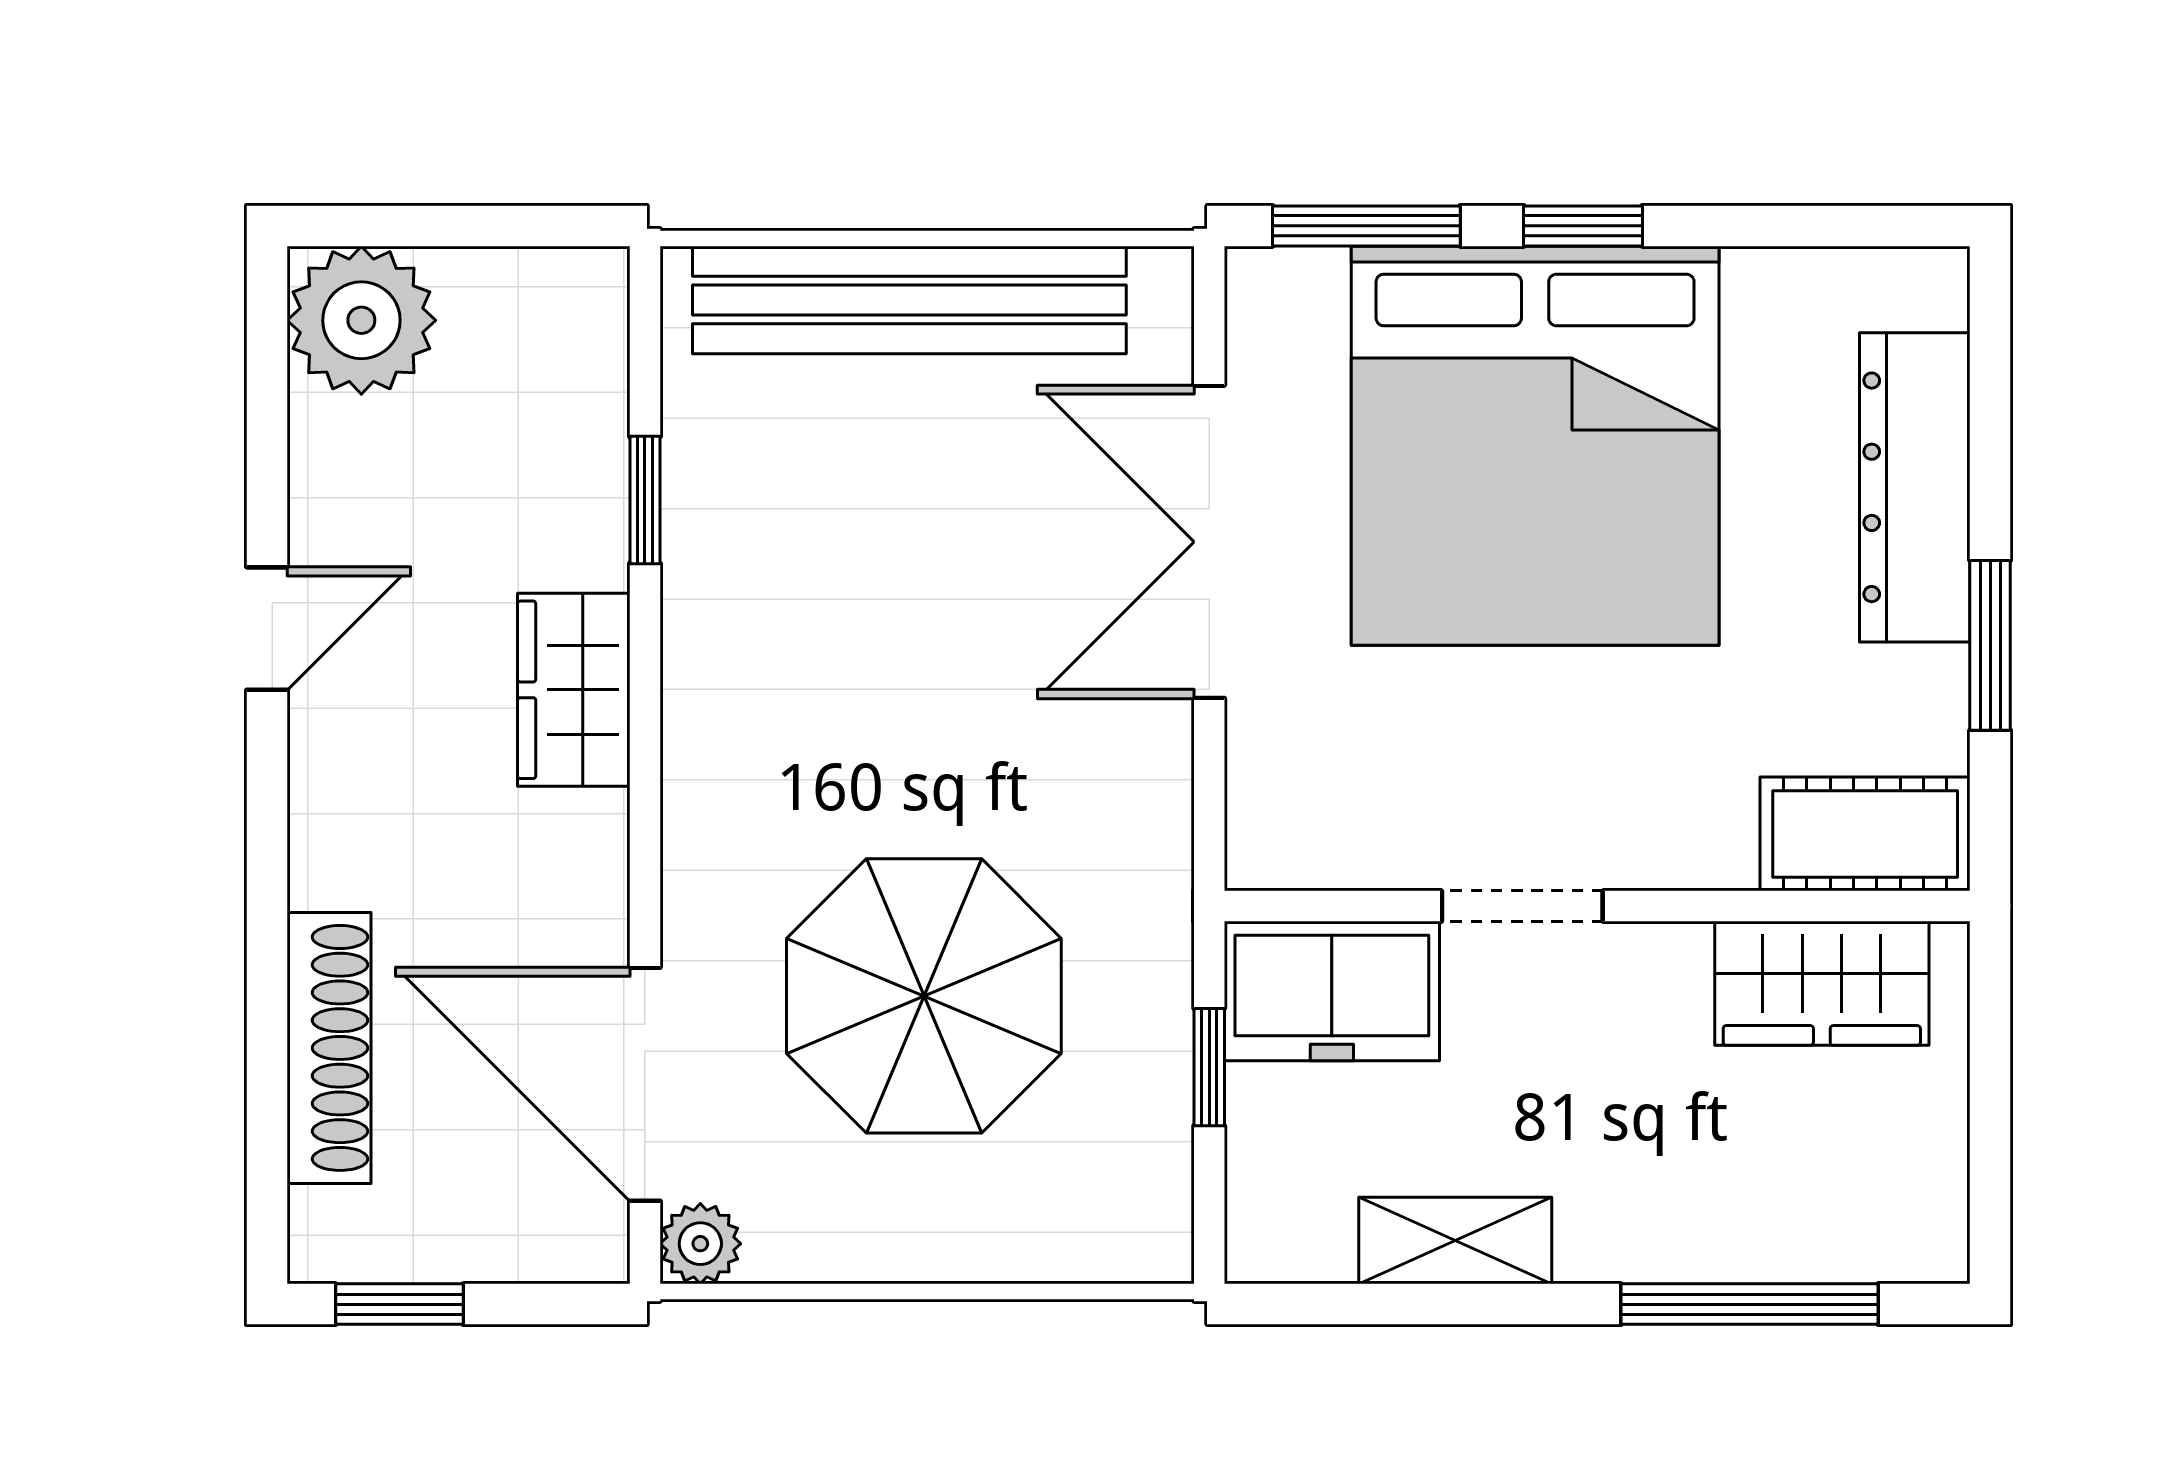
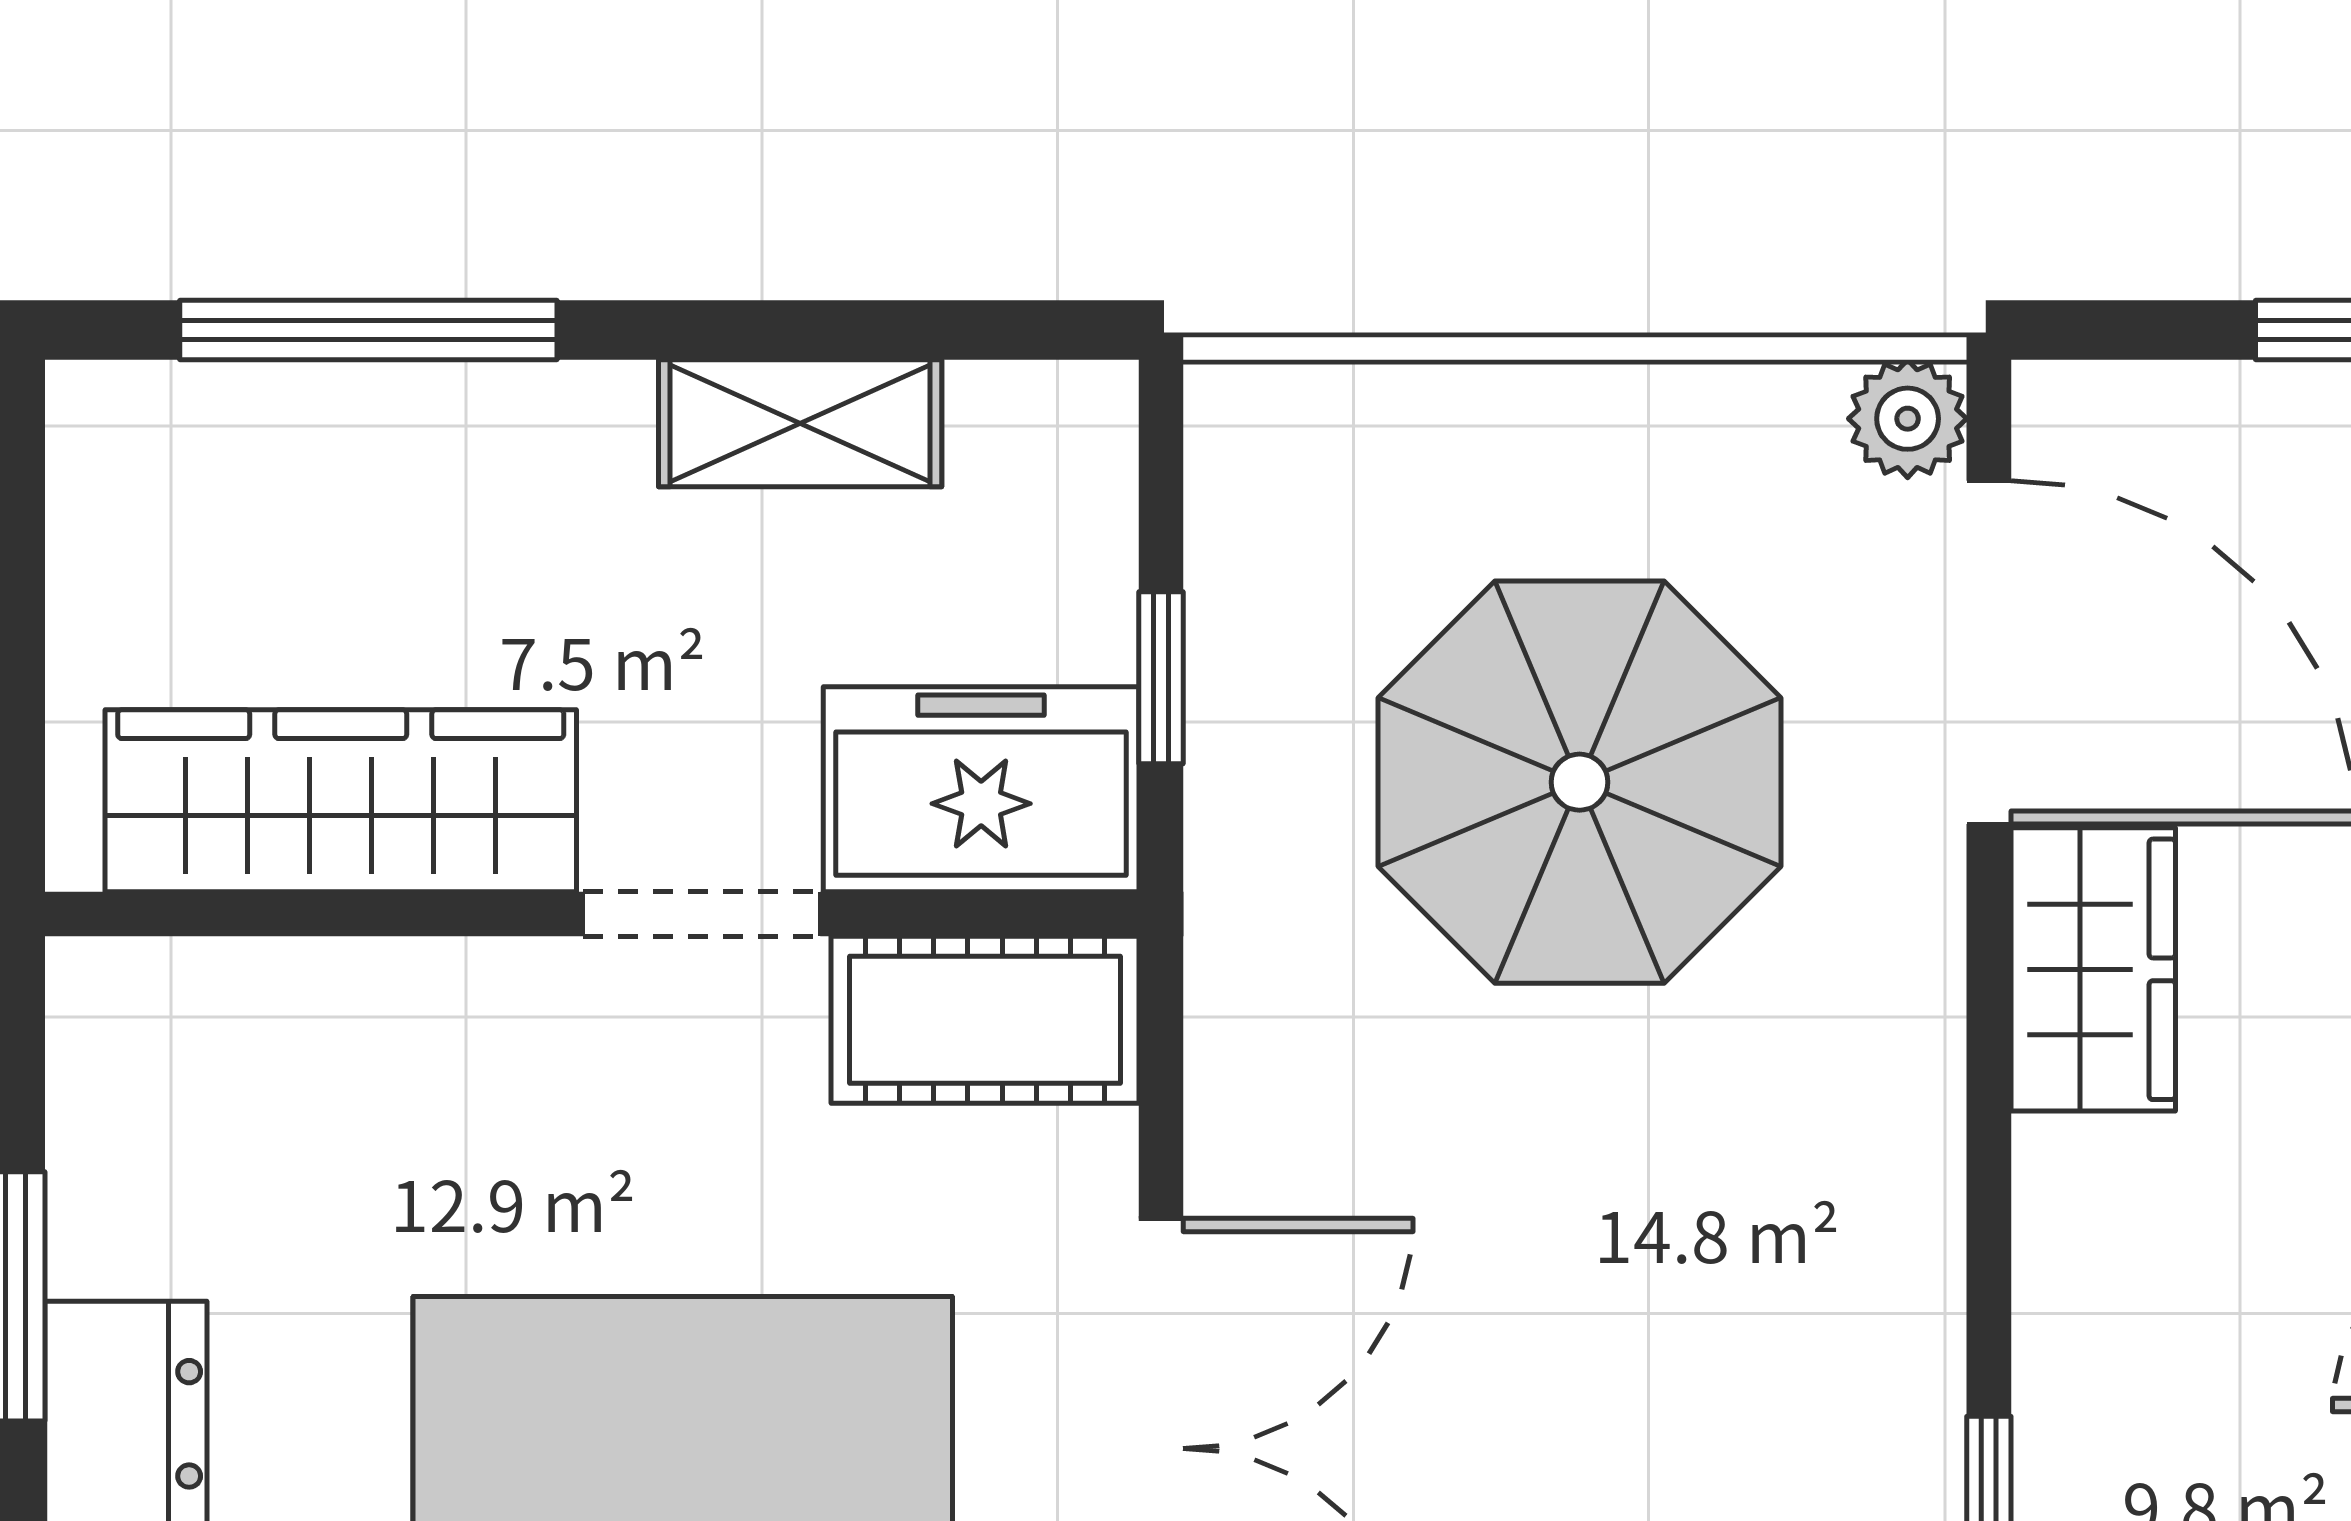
wardrobe: (574, 690) -> (2093, 969), moved
cot: (1865, 834) -> (985, 1020), moved
wardrobe: (1822, 983) -> (341, 801), width x1.50

